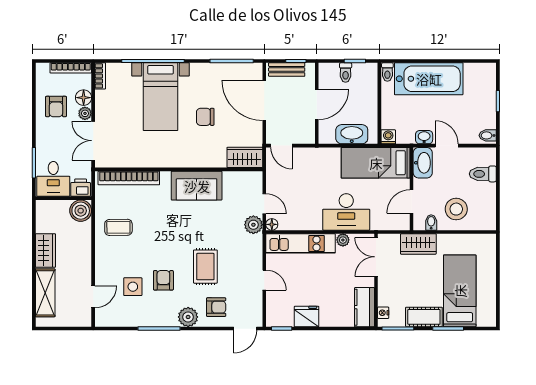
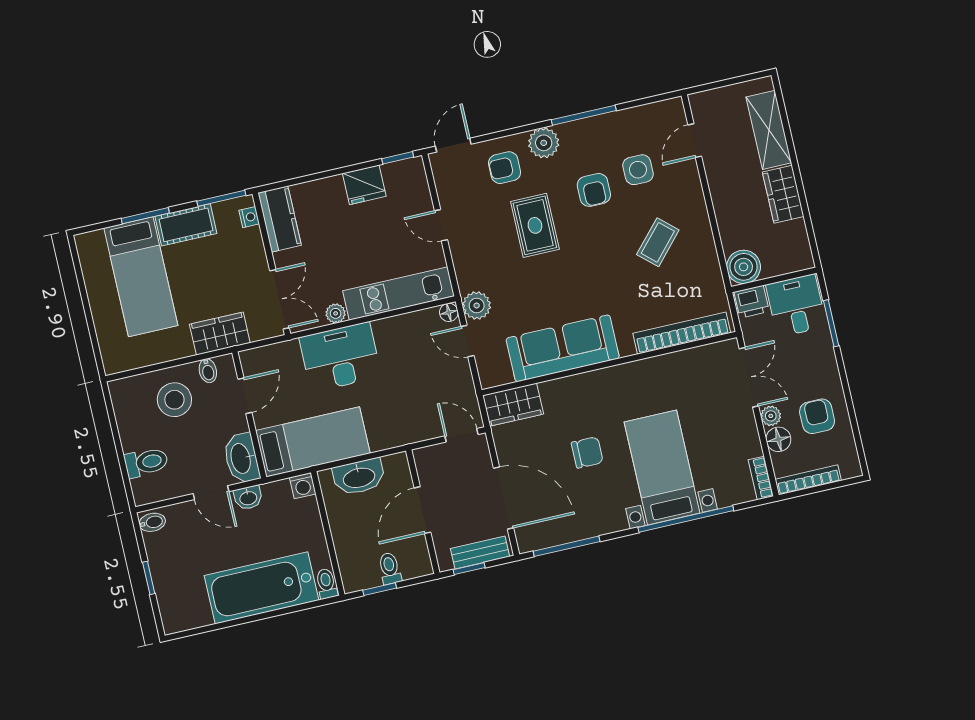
sofa: (197, 186) -> (563, 348), width x1.36
coffee table: (118, 227) -> (658, 242), moved, turned -47

